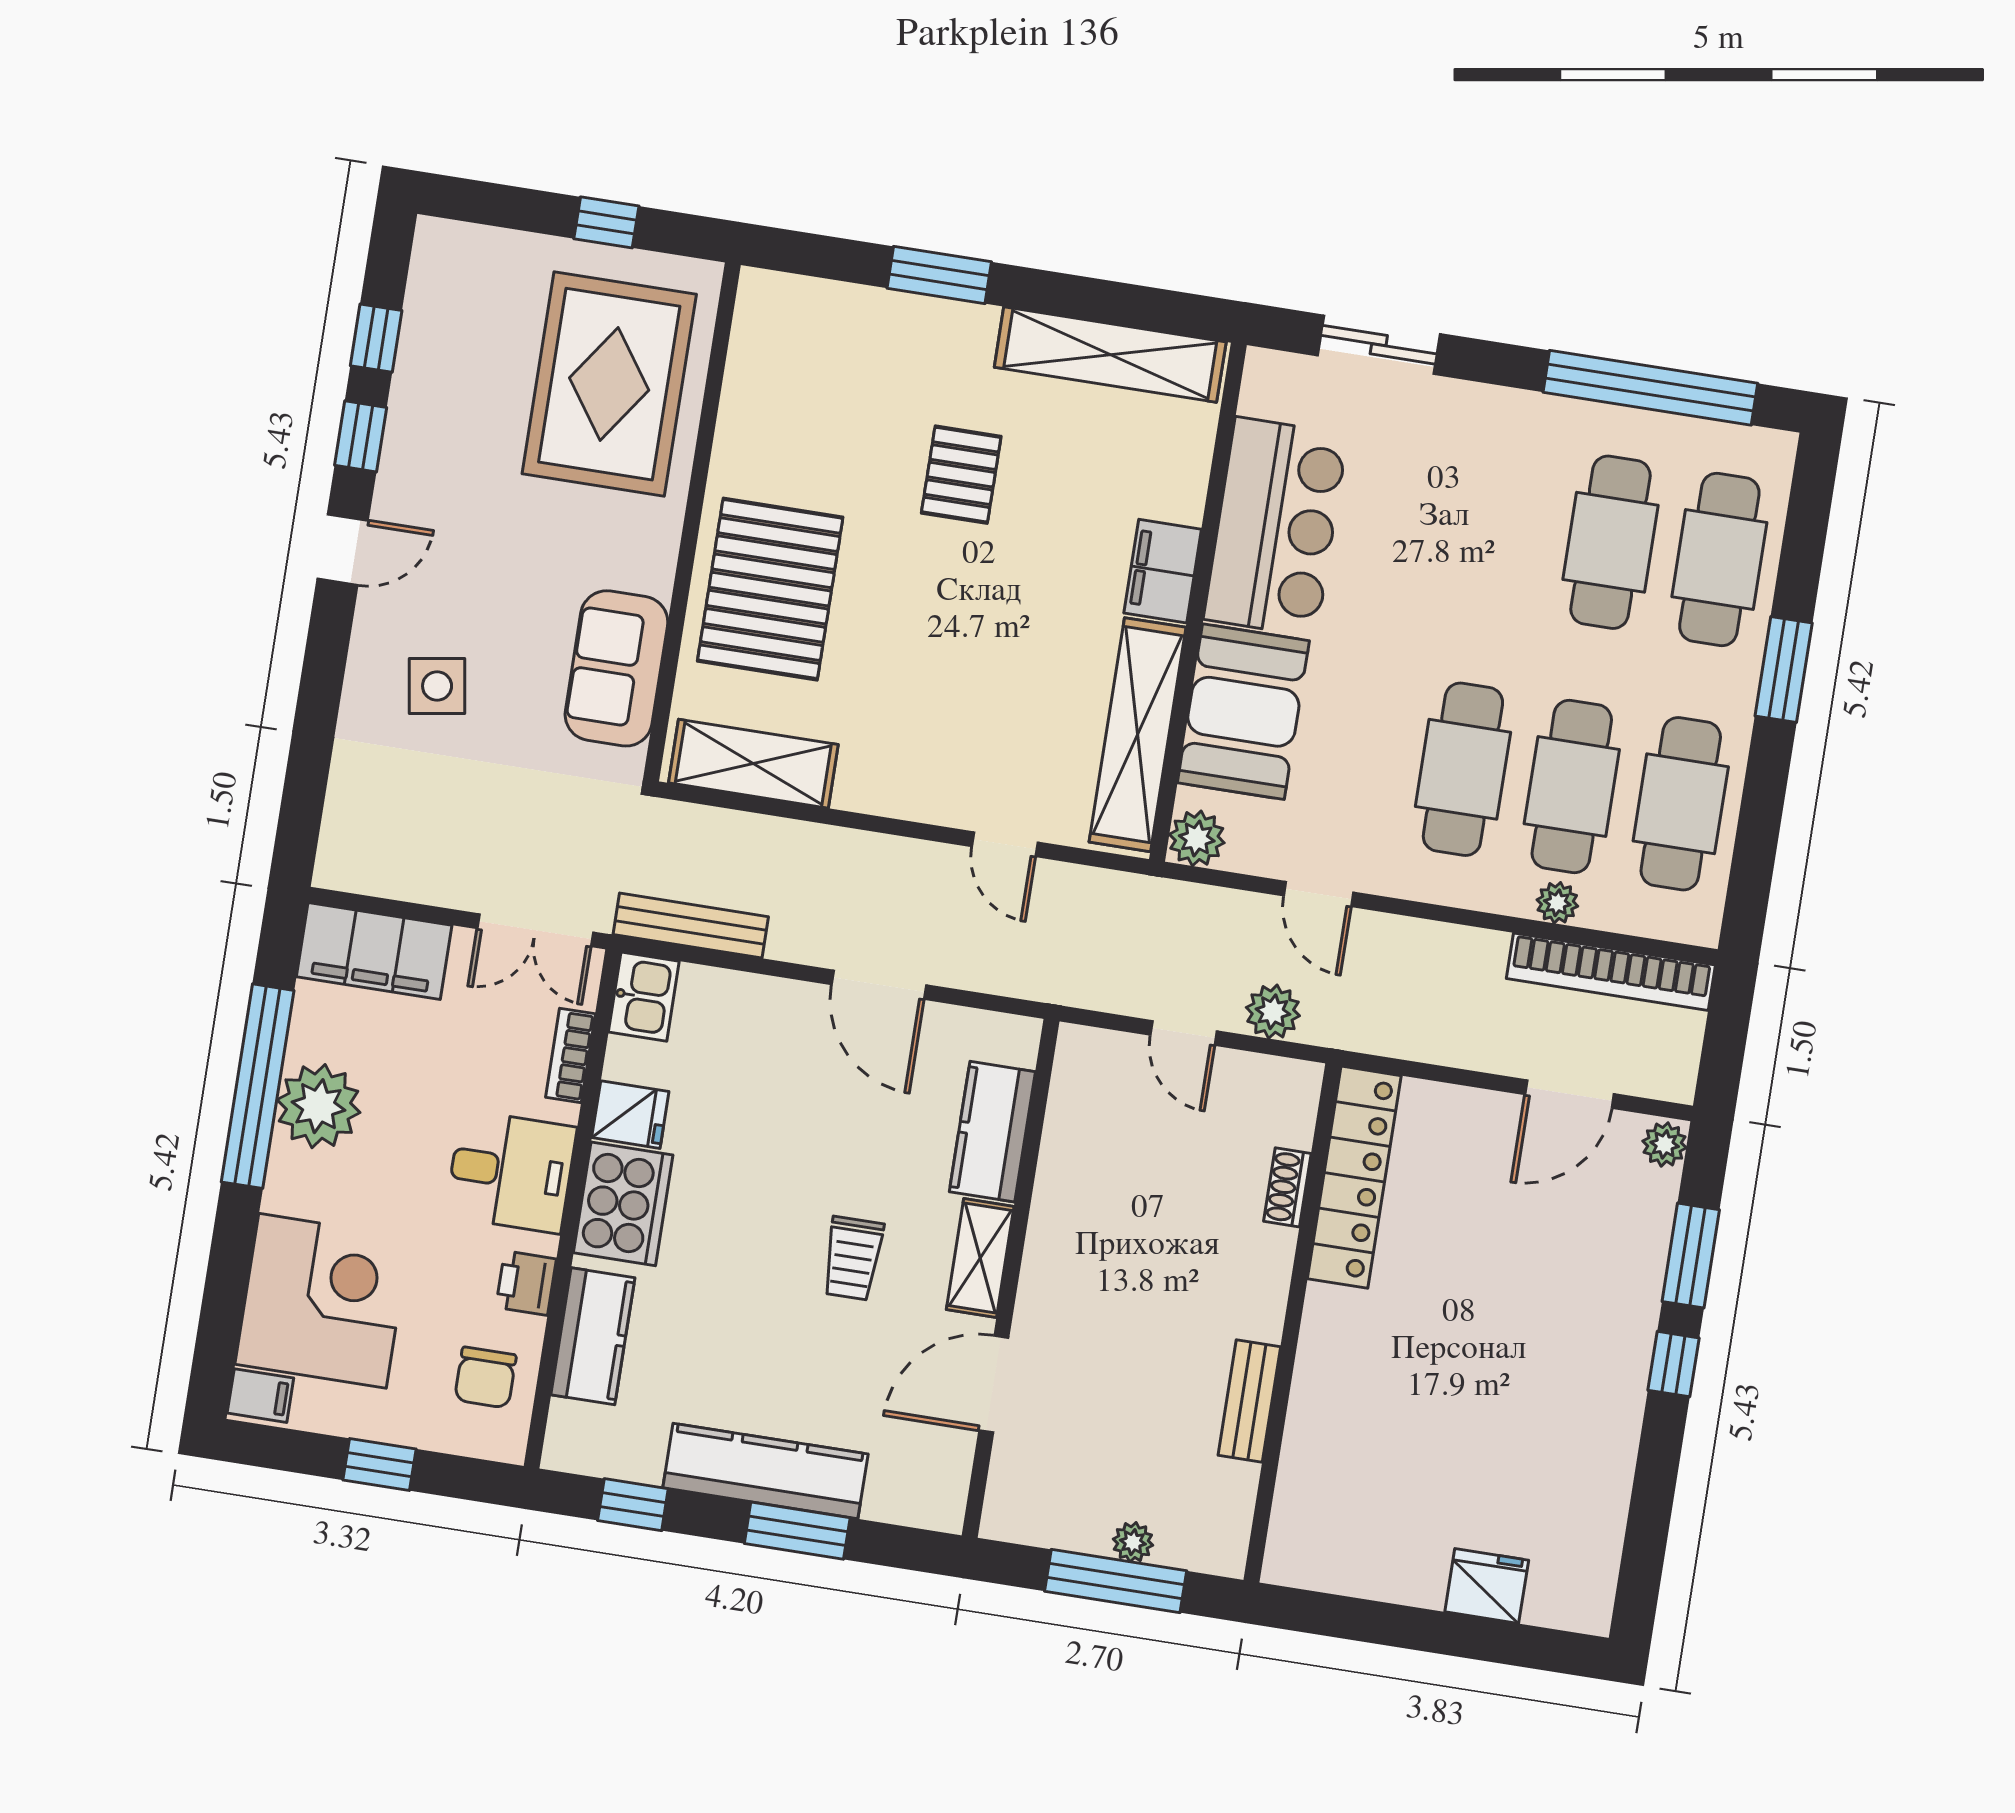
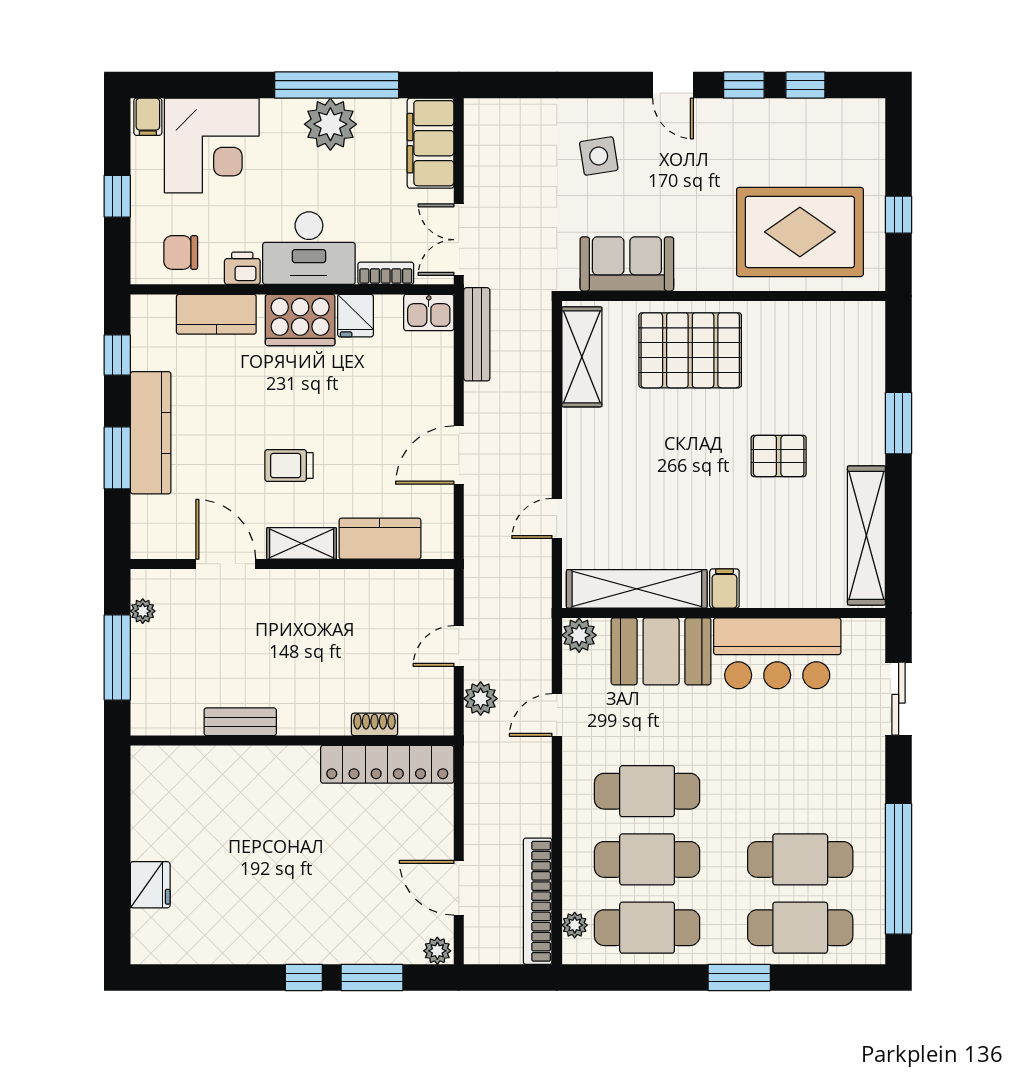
filing cabinet: (1163, 571) -> (724, 588), width x0.50
plant: (1557, 903) -> (575, 925), moved
desk: (511, 1172) -> (309, 248), width x1.37
plant: (1133, 1542) -> (143, 611), moved

